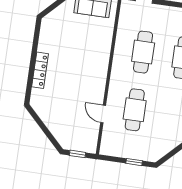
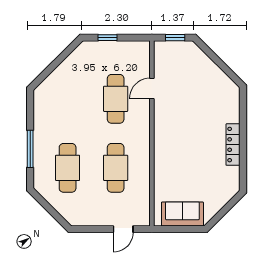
locker: (40, 70) -> (233, 145), moved
door: (103, 114) -> (152, 89), swing flipped

